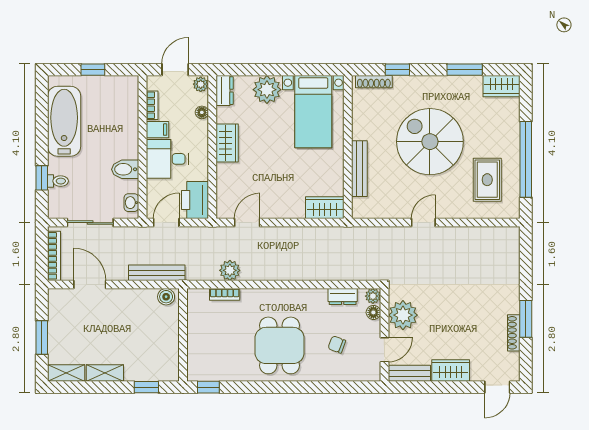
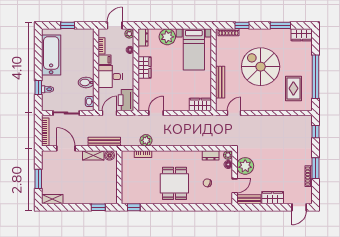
door: (423, 223) -> (234, 113), moved
window: (526, 255) -> (316, 132), added
shelving: (105, 373) -> (93, 155), moved

